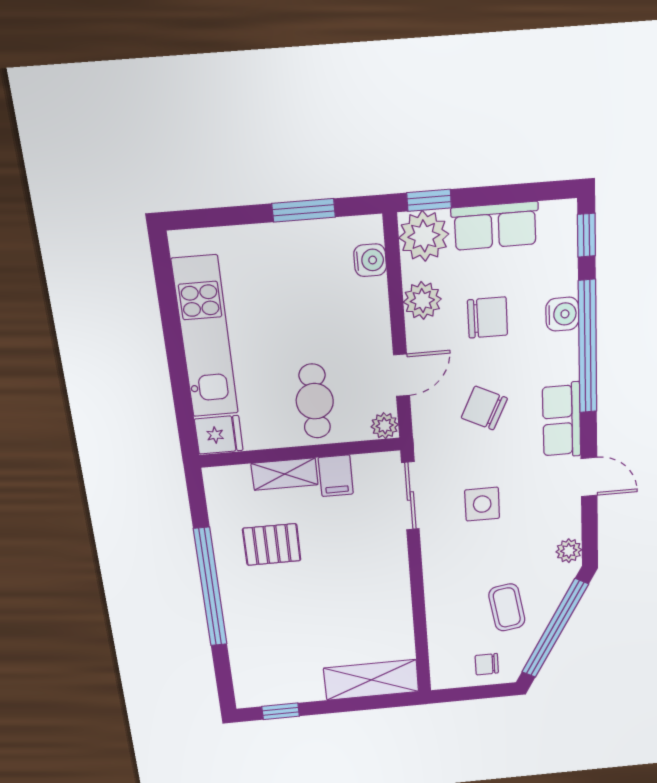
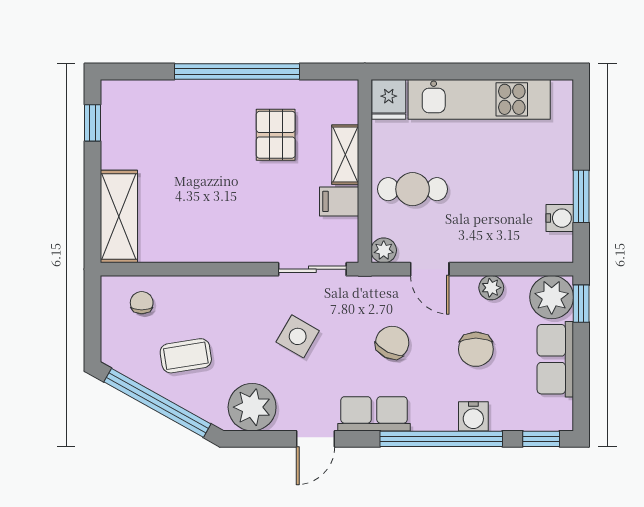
water cooler: (370, 260) -> (560, 218), moved, turned -90
plant: (422, 301) -> (491, 288), width x0.73, depth x0.73
side table: (482, 504) -> (298, 336), turned 30
plant: (569, 551) -> (252, 407), width x1.87, depth x1.87
chair: (487, 664) -> (142, 303), moved

